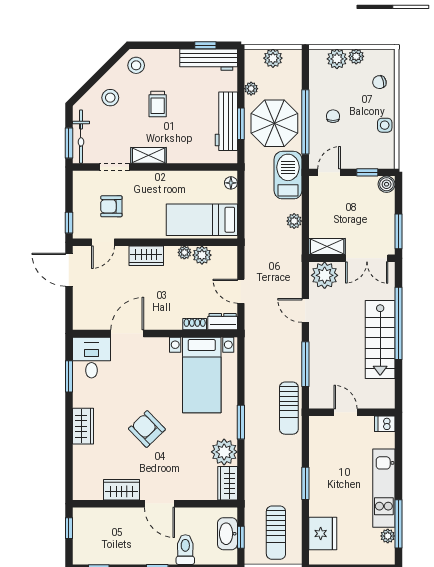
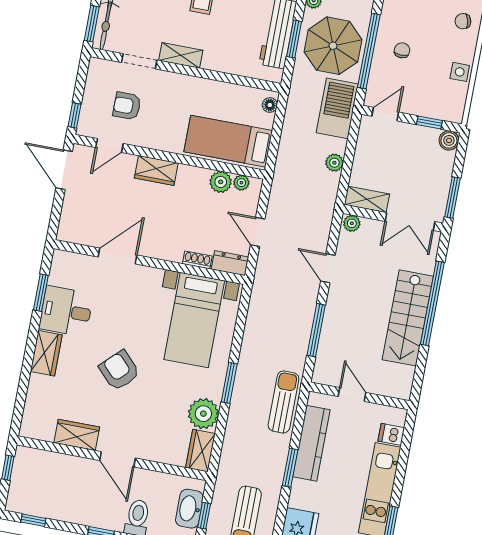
plant: (184, 252) -> (241, 183), moved
plant: (325, 275) -> (352, 223), width x0.53, depth x0.53
desk: (91, 358) -> (66, 311), moved, turned -90
sun lounger: (289, 408) -> (283, 402), moved, turned 180
dishwasher: (385, 424) -> (391, 434), moved
kitchen counter: (319, 460) -> (311, 443), added

